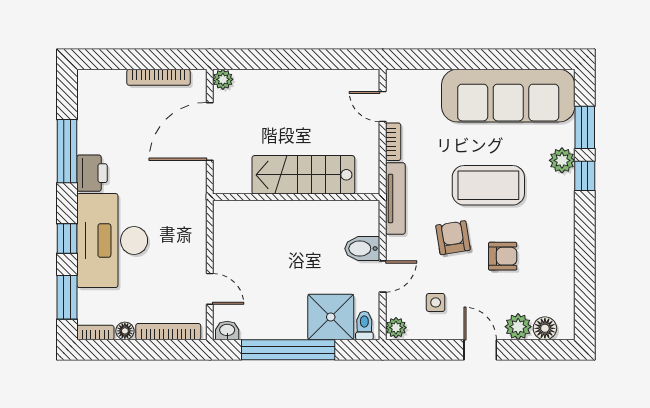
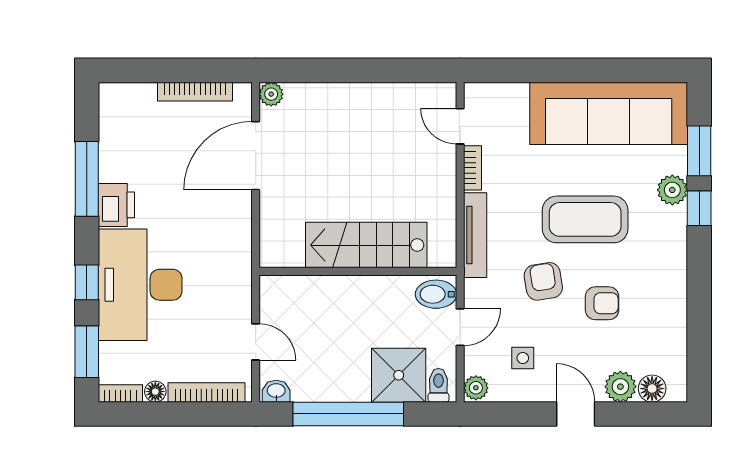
stairs: (303, 175) -> (366, 245), moved
wall: (296, 197) -> (358, 271), moved

